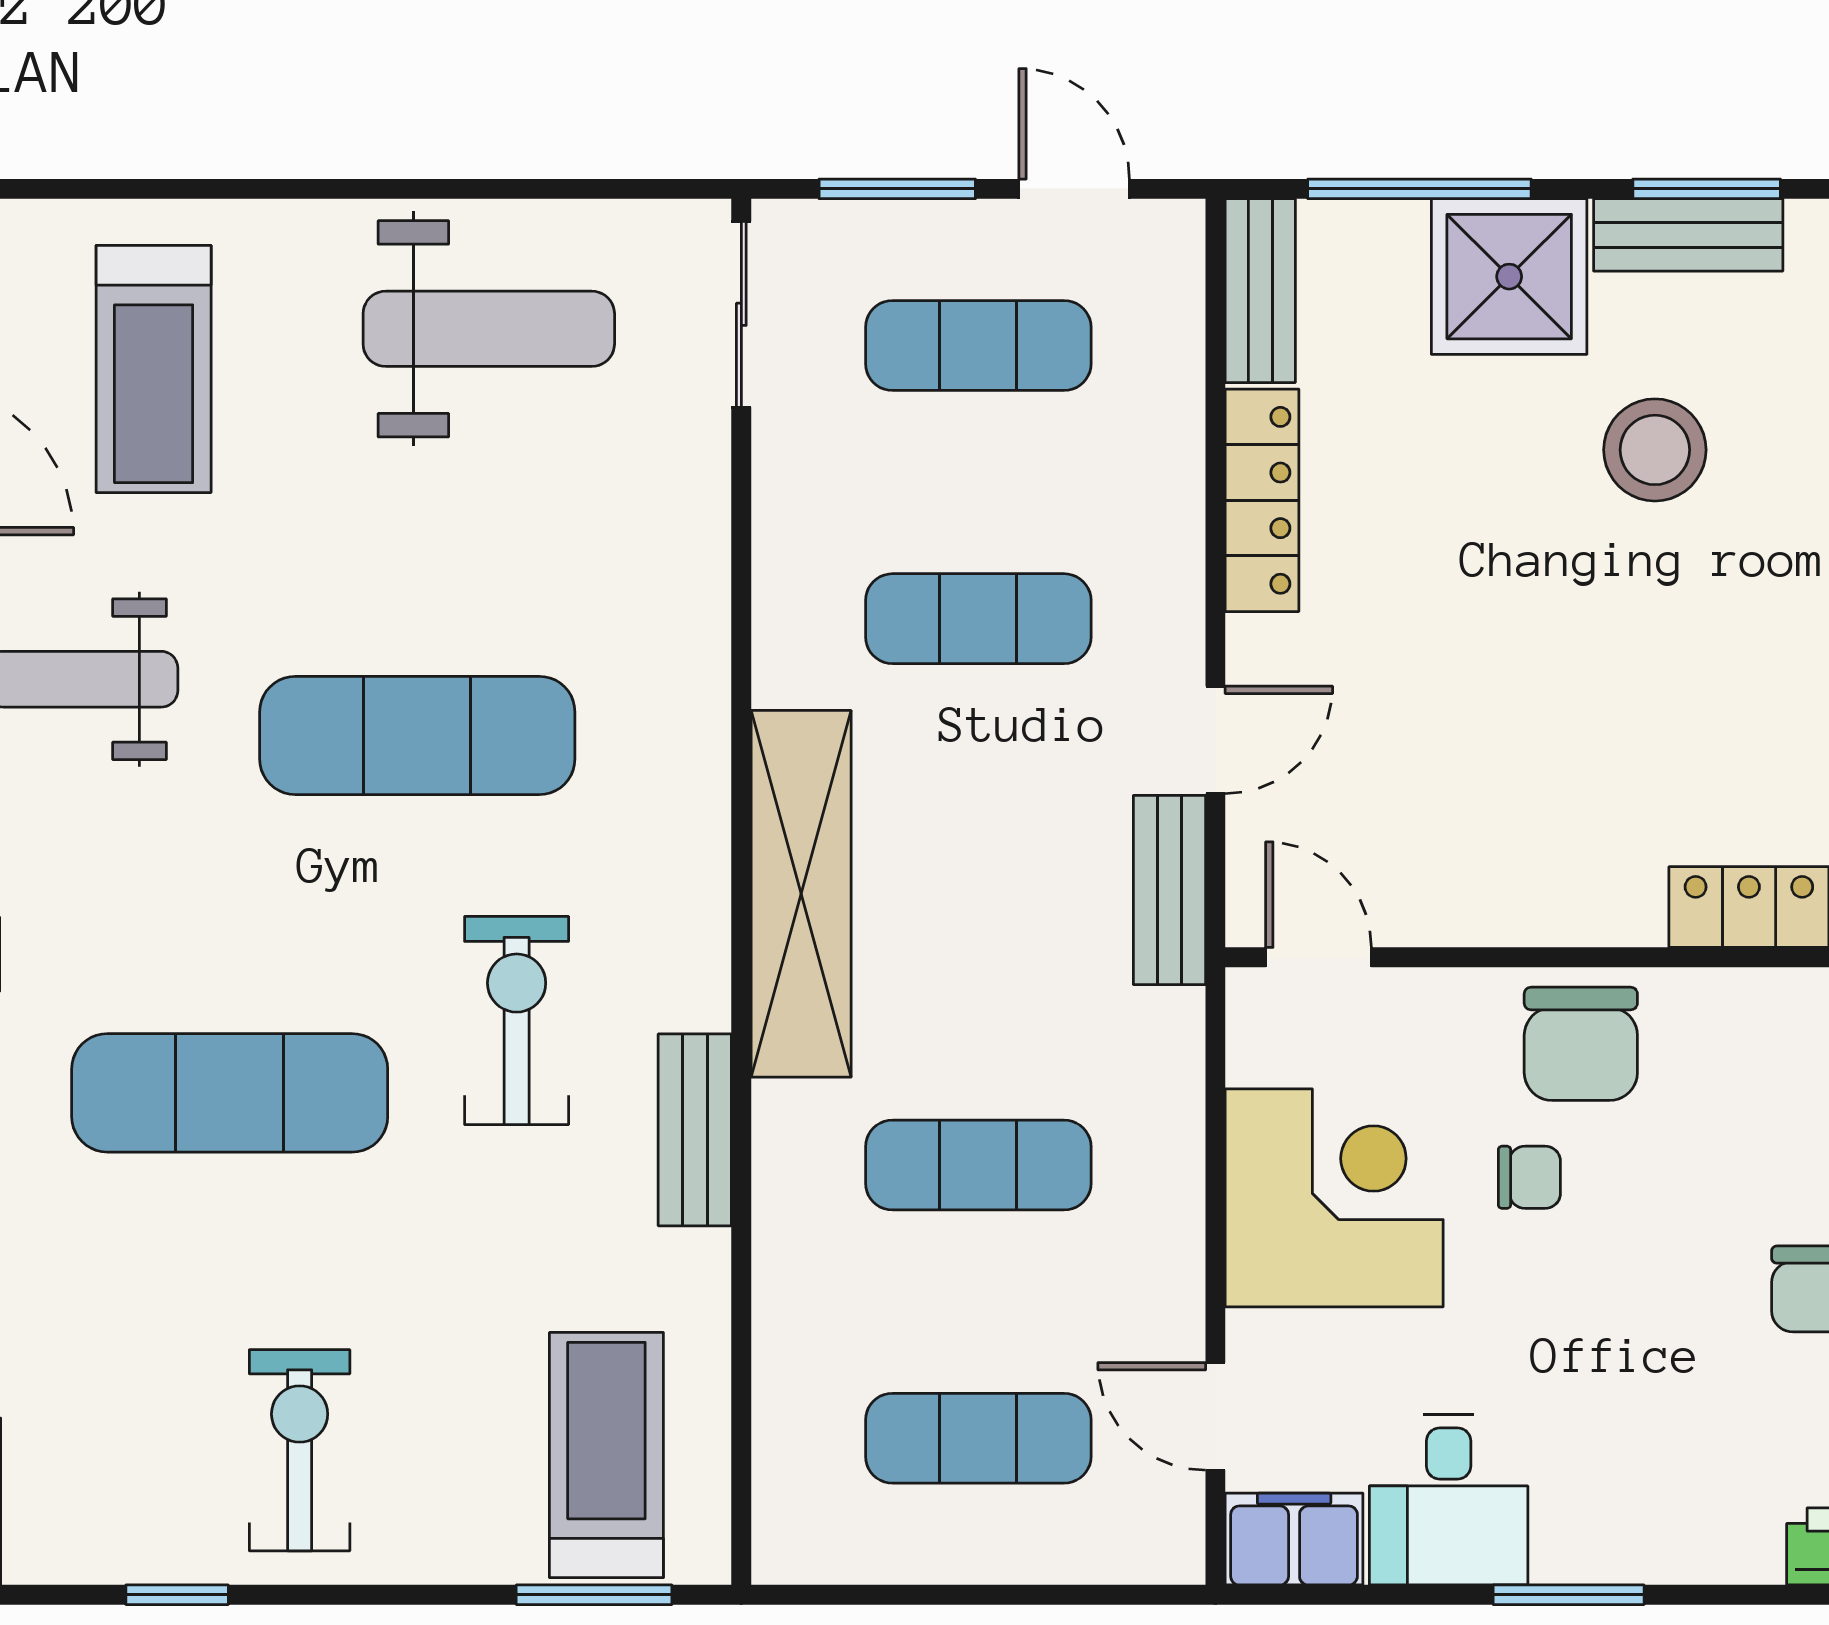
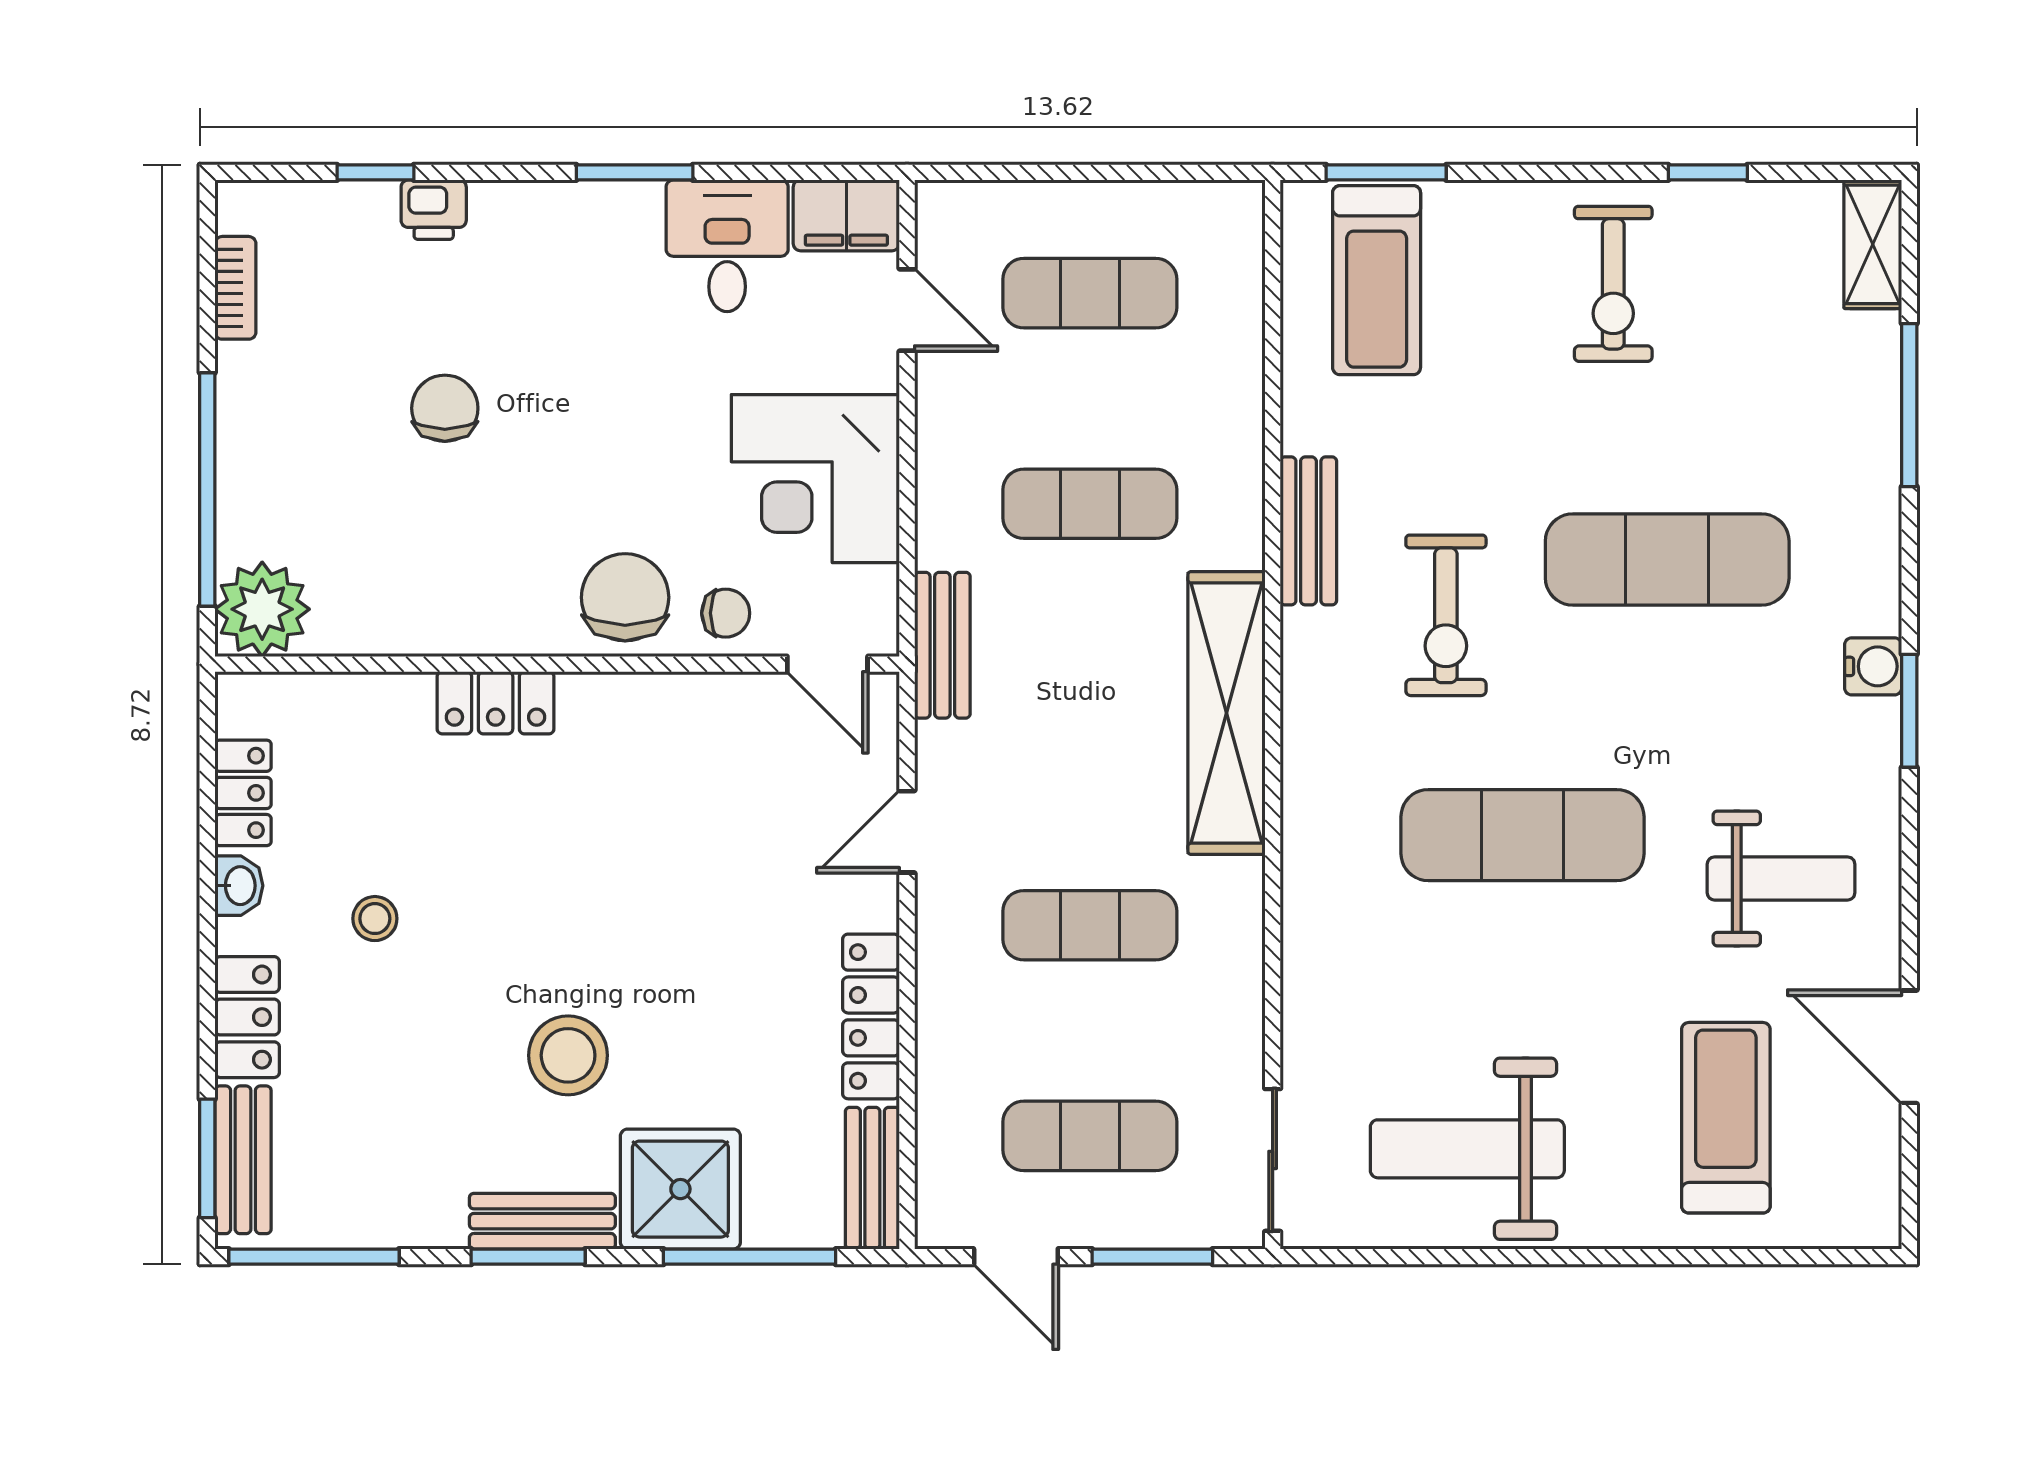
bench: (1169, 890) -> (942, 645), moved
chair: (1529, 1177) -> (726, 613), moved, turned 180

